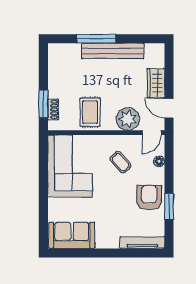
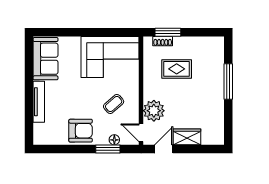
bench: (113, 51) -> (217, 97), removed
rug: (90, 112) -> (177, 69), moved
window: (169, 207) -> (108, 149), moved
tv unit: (142, 243) -> (39, 102), moved

